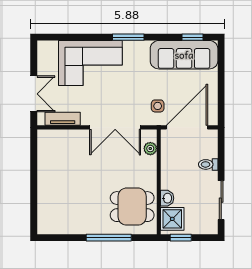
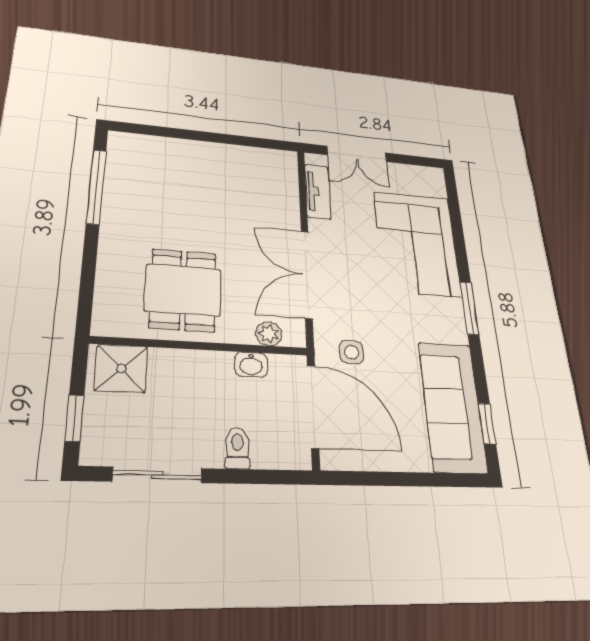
washbasin: (167, 198) -> (251, 365), moved
dining table: (132, 207) -> (183, 290), moved
window: (109, 238) -> (96, 187), moved
window: (181, 238) -> (74, 418), moved

